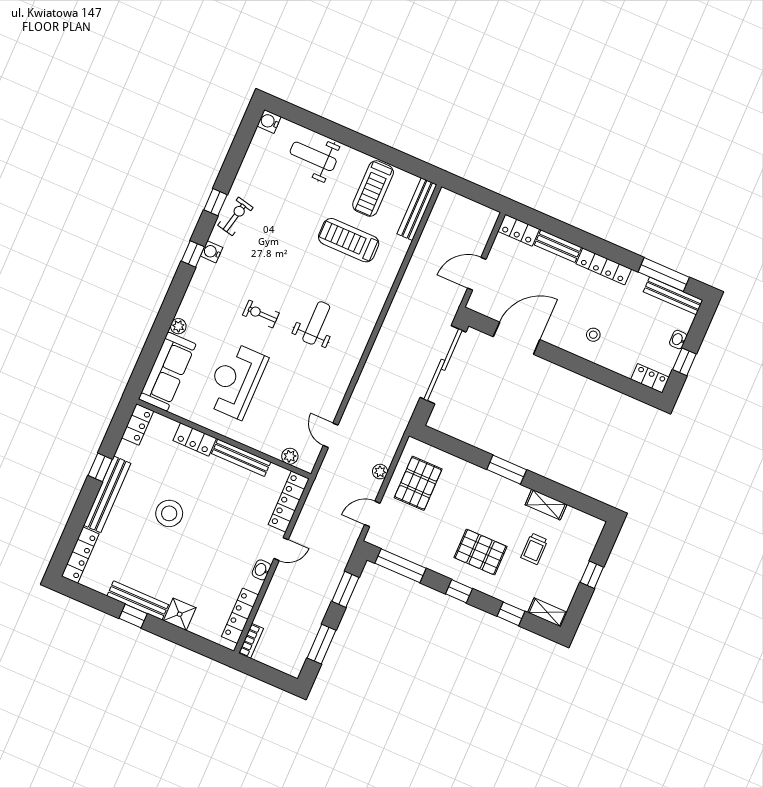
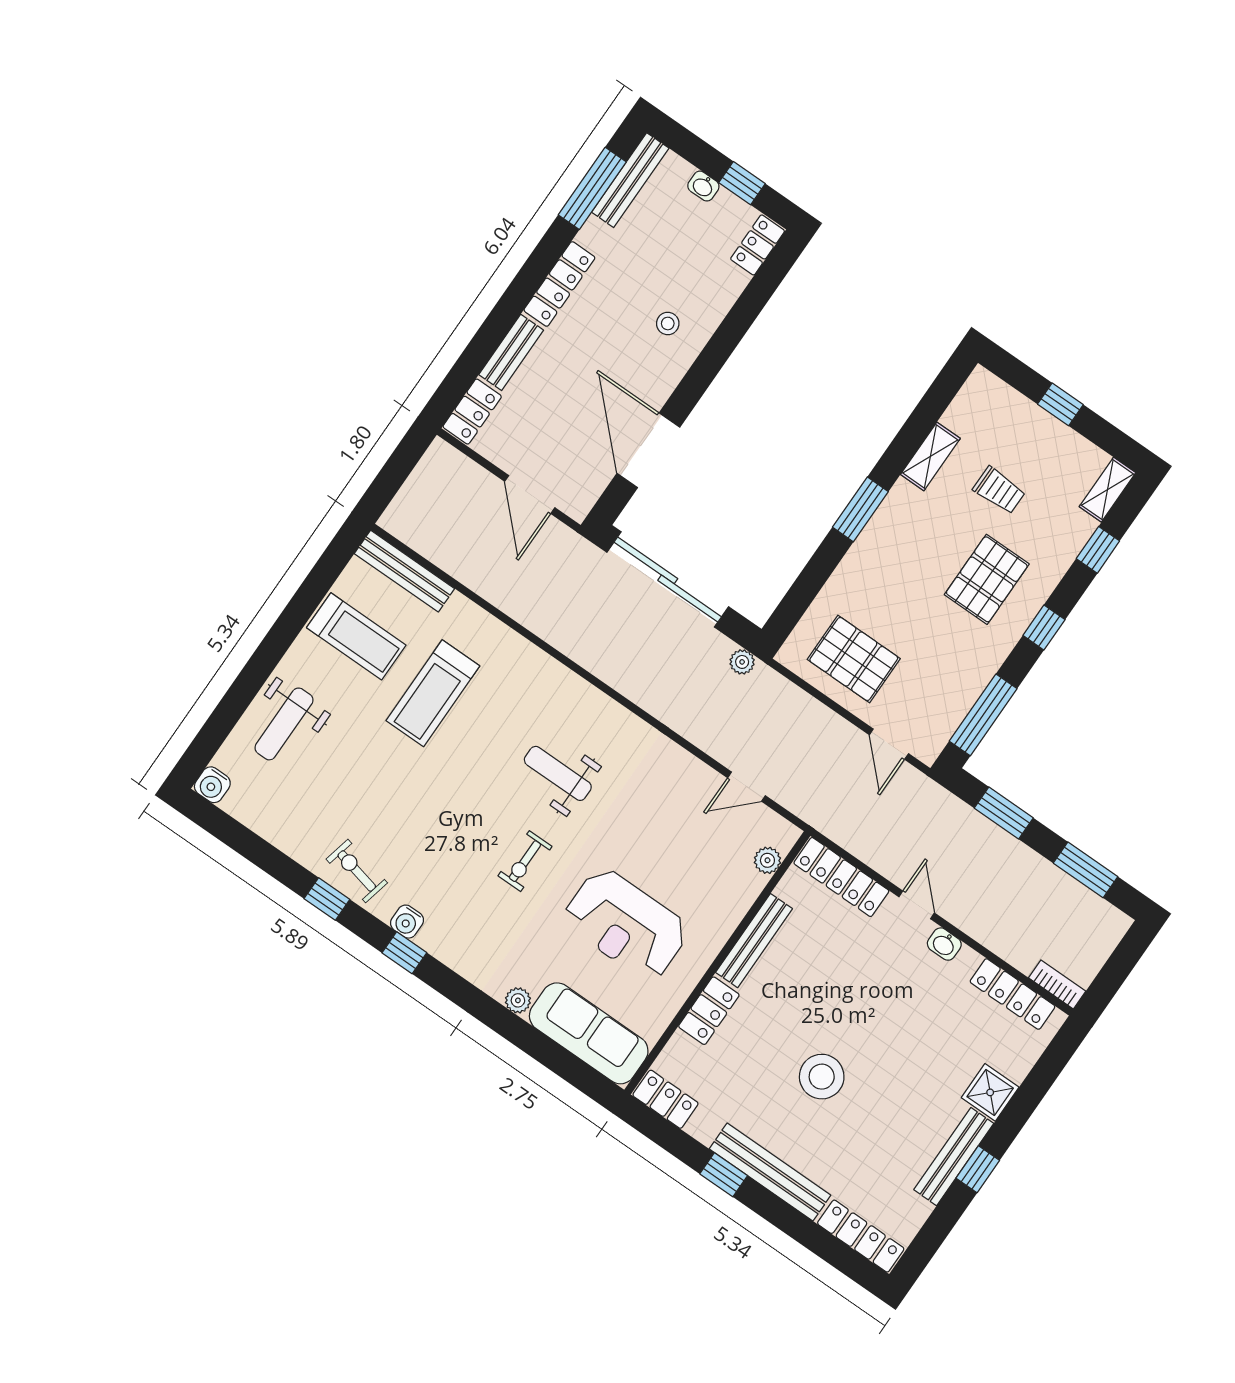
plant: (380, 472) -> (742, 662), moved

